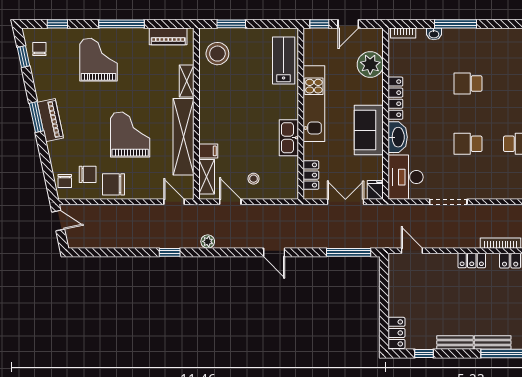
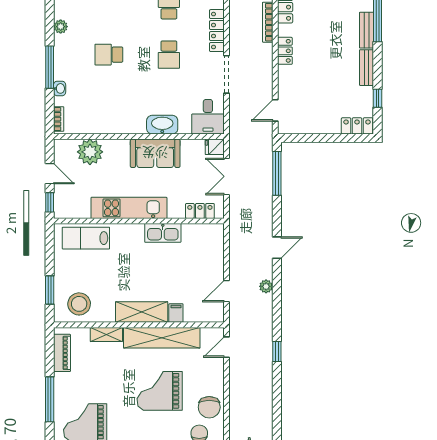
plant: (496, 35) -> (61, 27), added
school desk: (468, 84) -> (109, 55), turned 90
locker: (395, 98) -> (217, 31), moved, turned -90
shelving: (207, 177) -> (142, 312), moved, width x1.50, depth x1.33
desk: (406, 177) -> (208, 117), width x0.73
stool: (254, 179) -> (204, 268), removed
plant: (208, 241) -> (266, 286), moved

